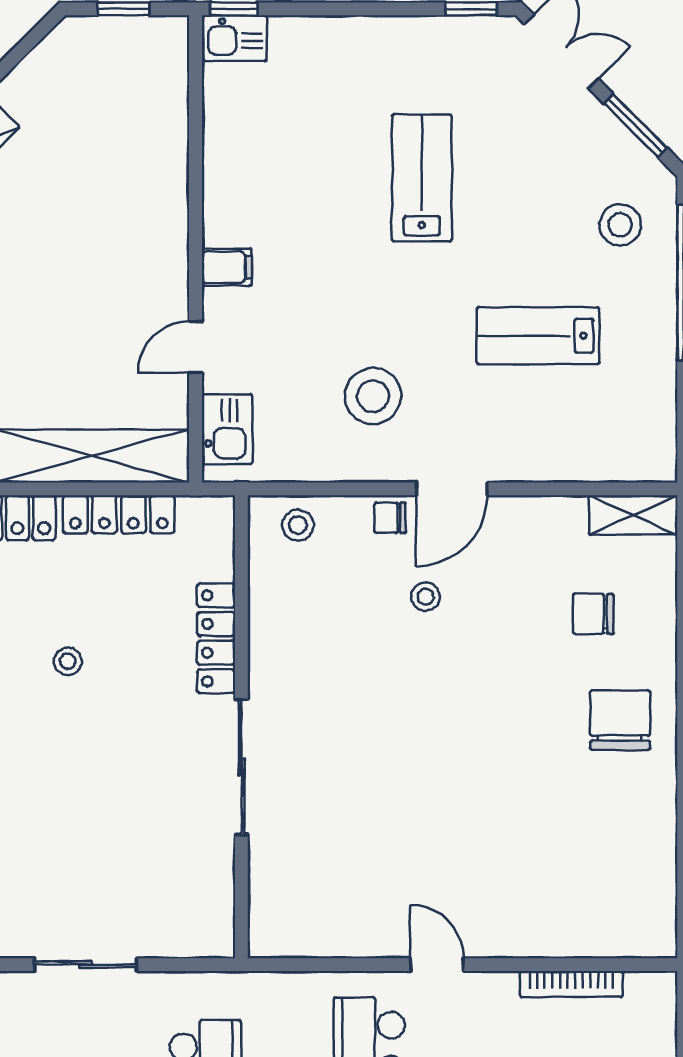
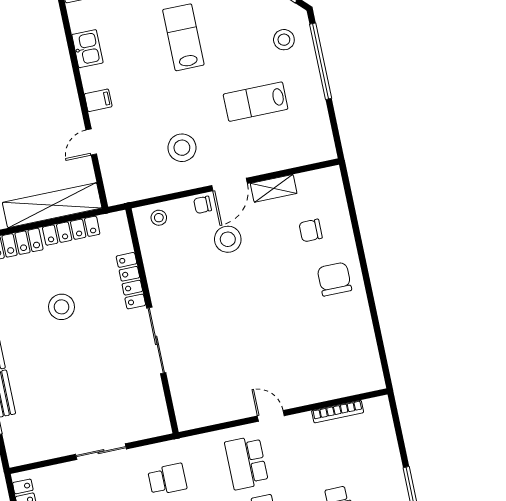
kitchen sink: (227, 429) -> (87, 49), moved
shelving: (633, 515) -> (274, 188), moved
stool: (426, 597) -> (228, 239), width x1.89, depth x1.89
stool: (68, 661) -> (62, 307), width x1.89, depth x1.89

